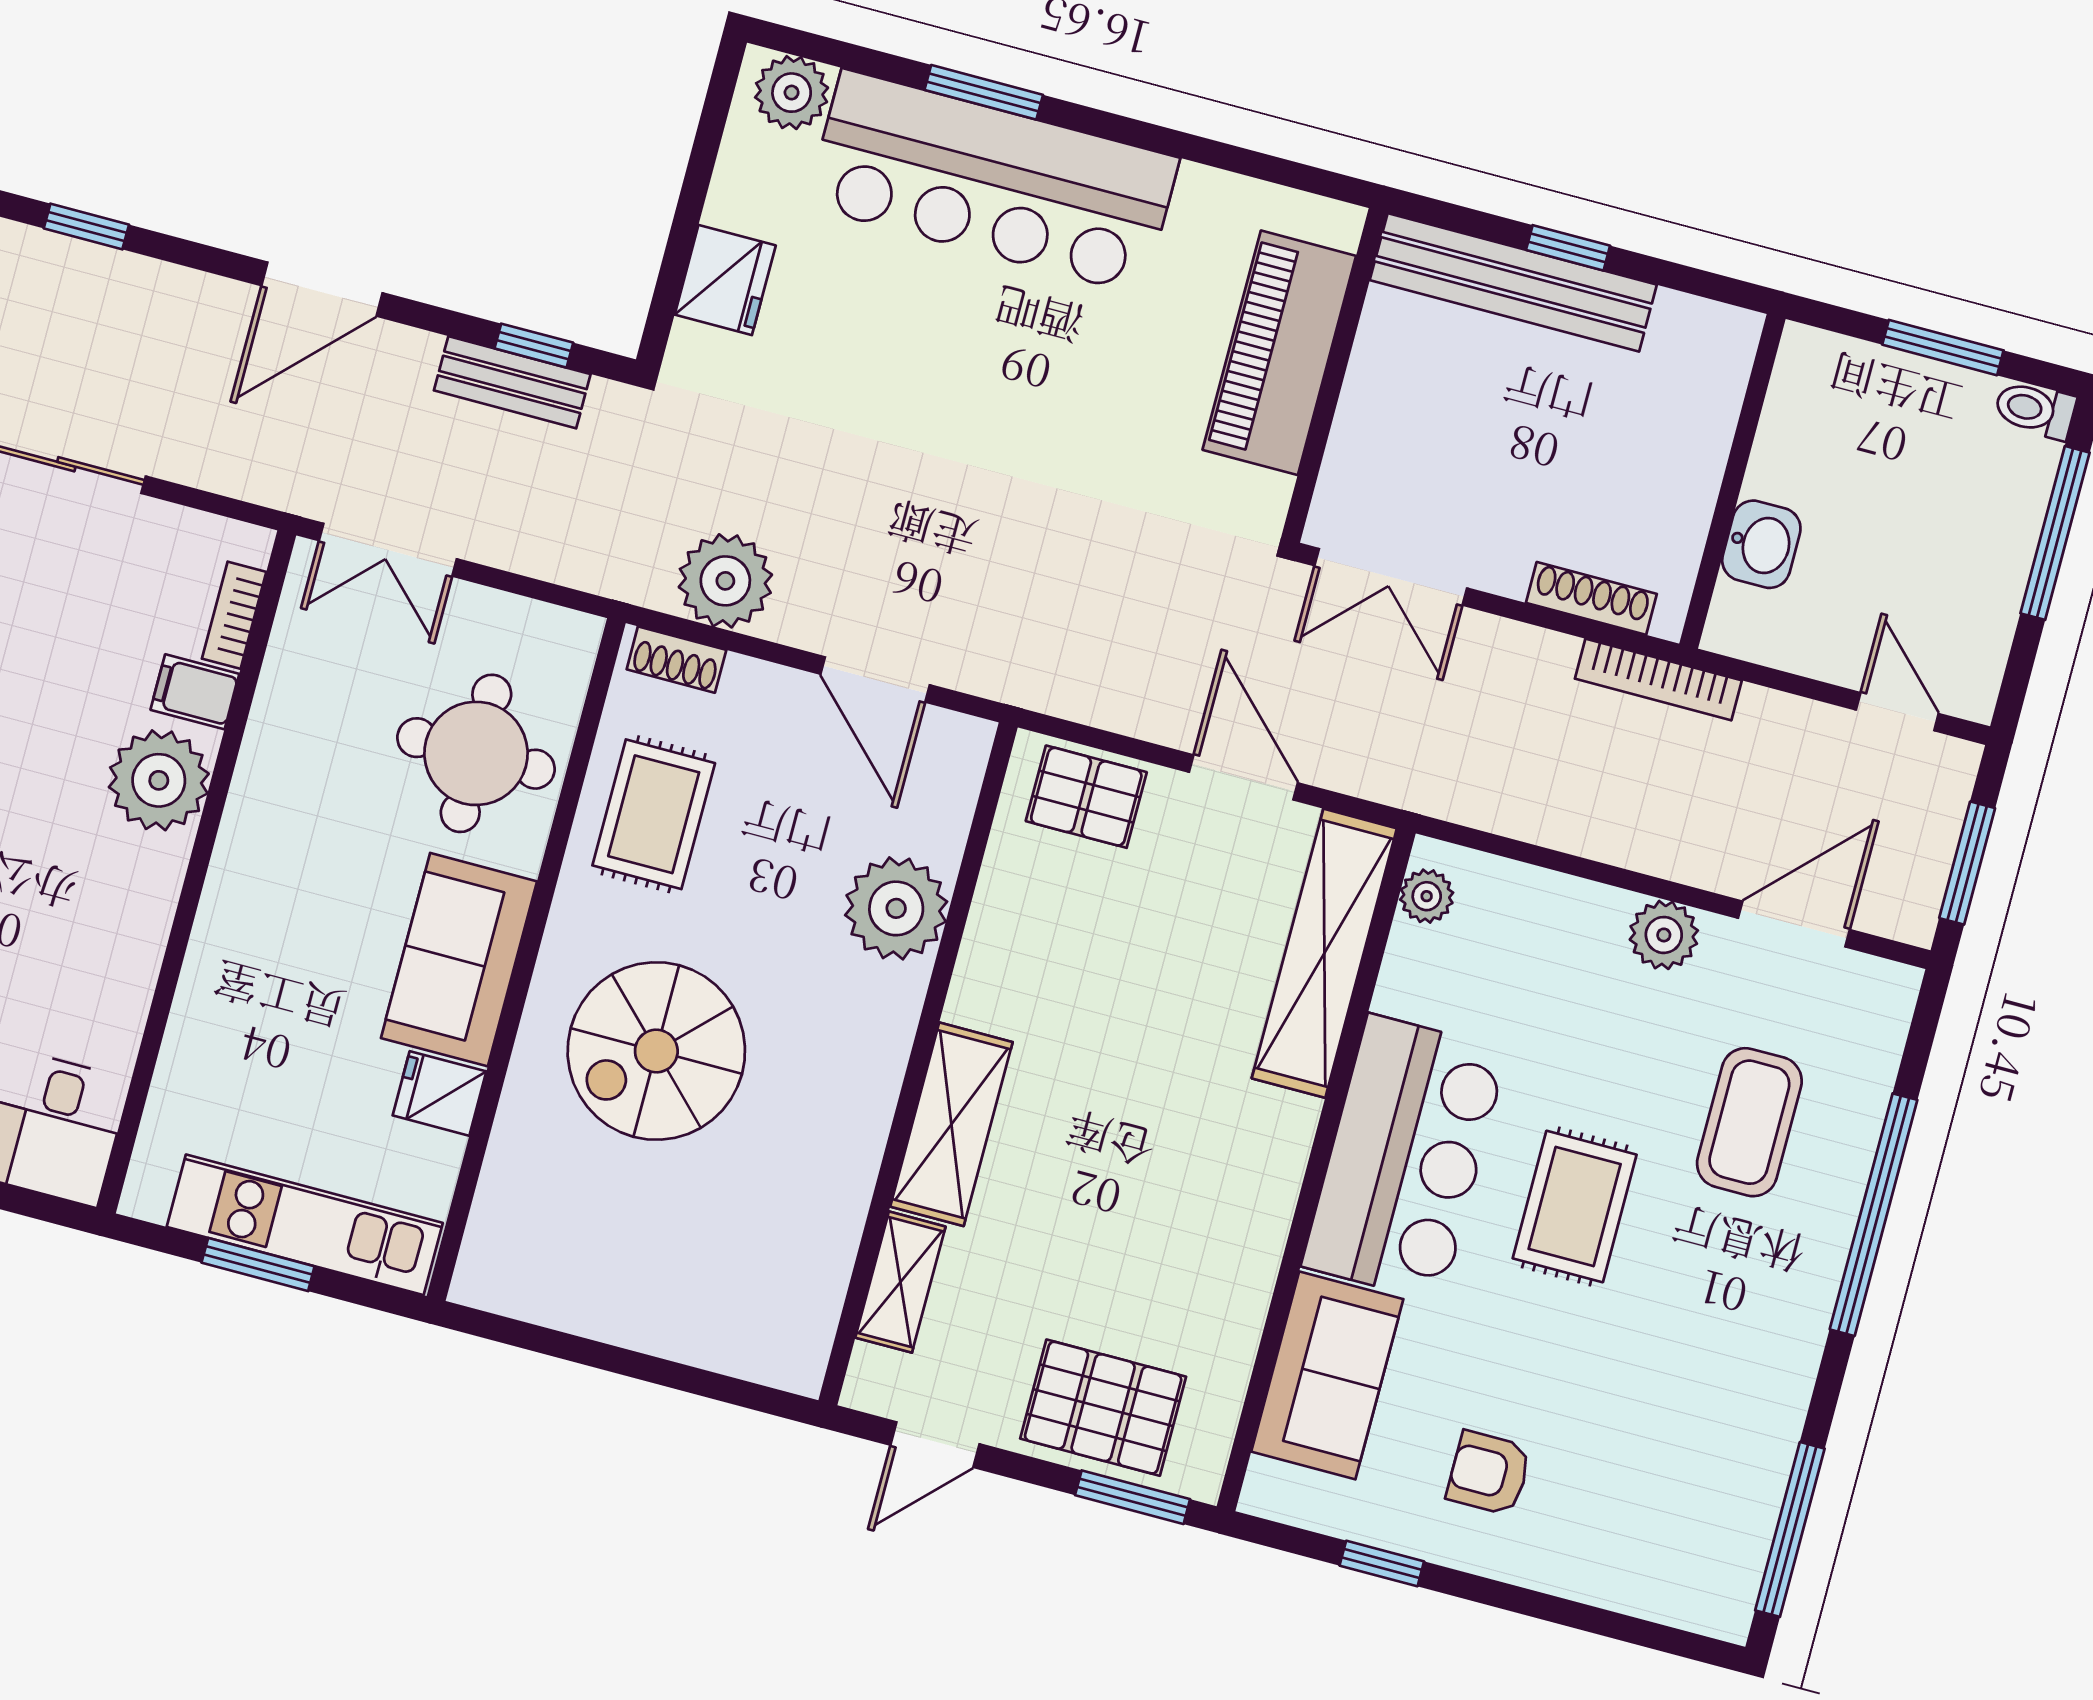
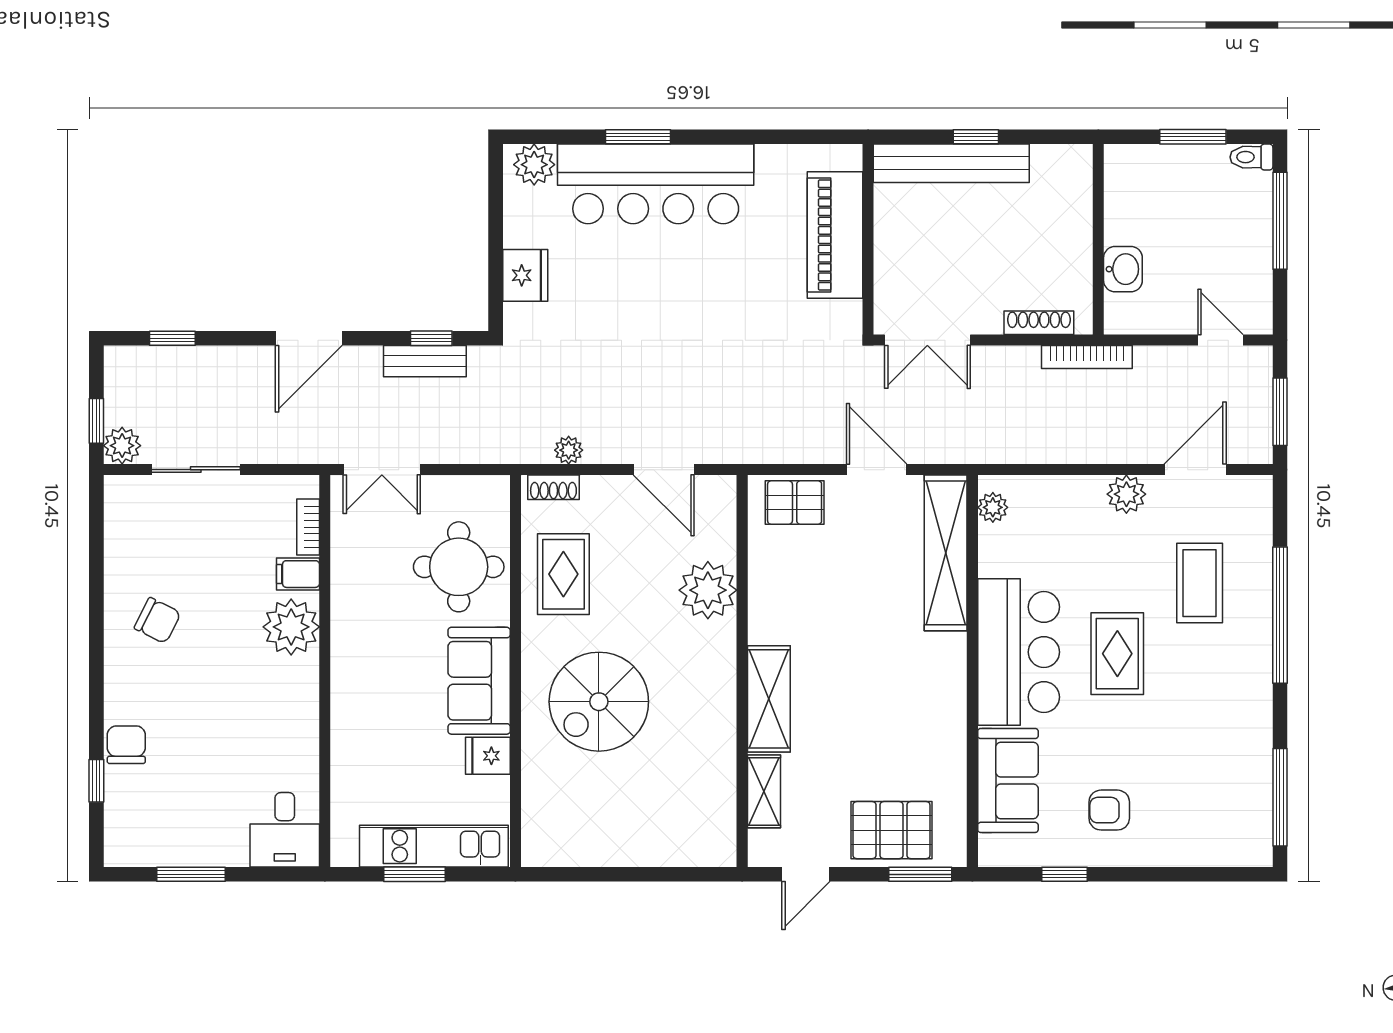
plant: (725, 581) -> (569, 450), width x0.53, depth x0.53

